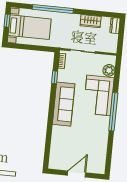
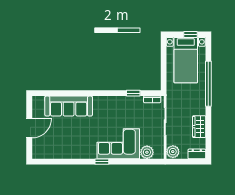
plant: (111, 47) -> (173, 152), added
sofa: (64, 104) -> (69, 106), moved
window: (113, 112) -> (102, 162), width x0.32
door: (77, 174) -> (29, 128), hinge flipped

